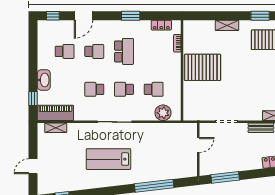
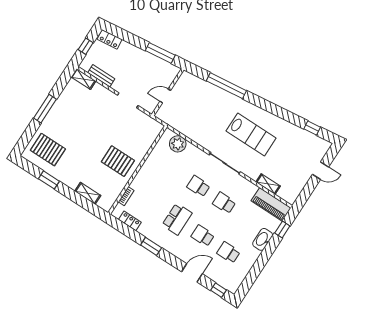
window: (260, 16) -> (49, 180), moved
shelving: (227, 25) -> (88, 193), moved
school desk: (124, 51) -> (177, 219), turned 180
pallet: (203, 67) -> (118, 161), width x0.73, depth x0.71
school desk: (94, 89) -> (224, 203), turned 180
school desk: (124, 89) -> (198, 186), turned 180
school desk: (154, 89) -> (173, 169), removed
shelving: (56, 128) -> (268, 184), moved

